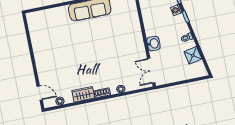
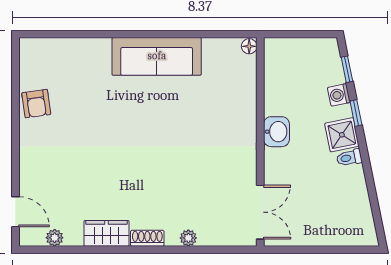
armchair: (39, 42) -> (36, 104), added
washbasin: (153, 44) -> (276, 132), moved
shower: (193, 55) -> (342, 135), moved
double door: (151, 71) -> (260, 212), swing flipped

